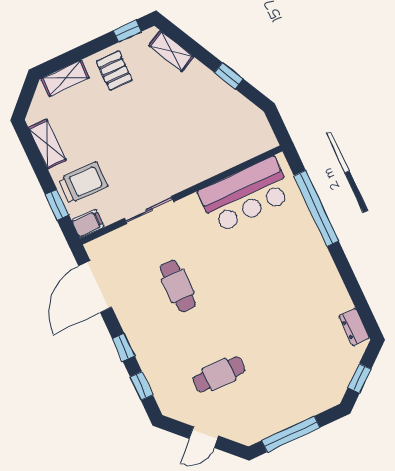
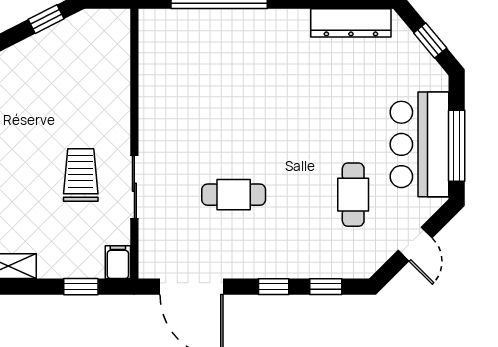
window: (229, 76) -> (46, 19), moved
trolley: (83, 183) -> (81, 175), moved
bar counter: (245, 195) -> (419, 144), moved, turned 180
dresser: (354, 327) -> (351, 23), width x1.96, depth x1.24

